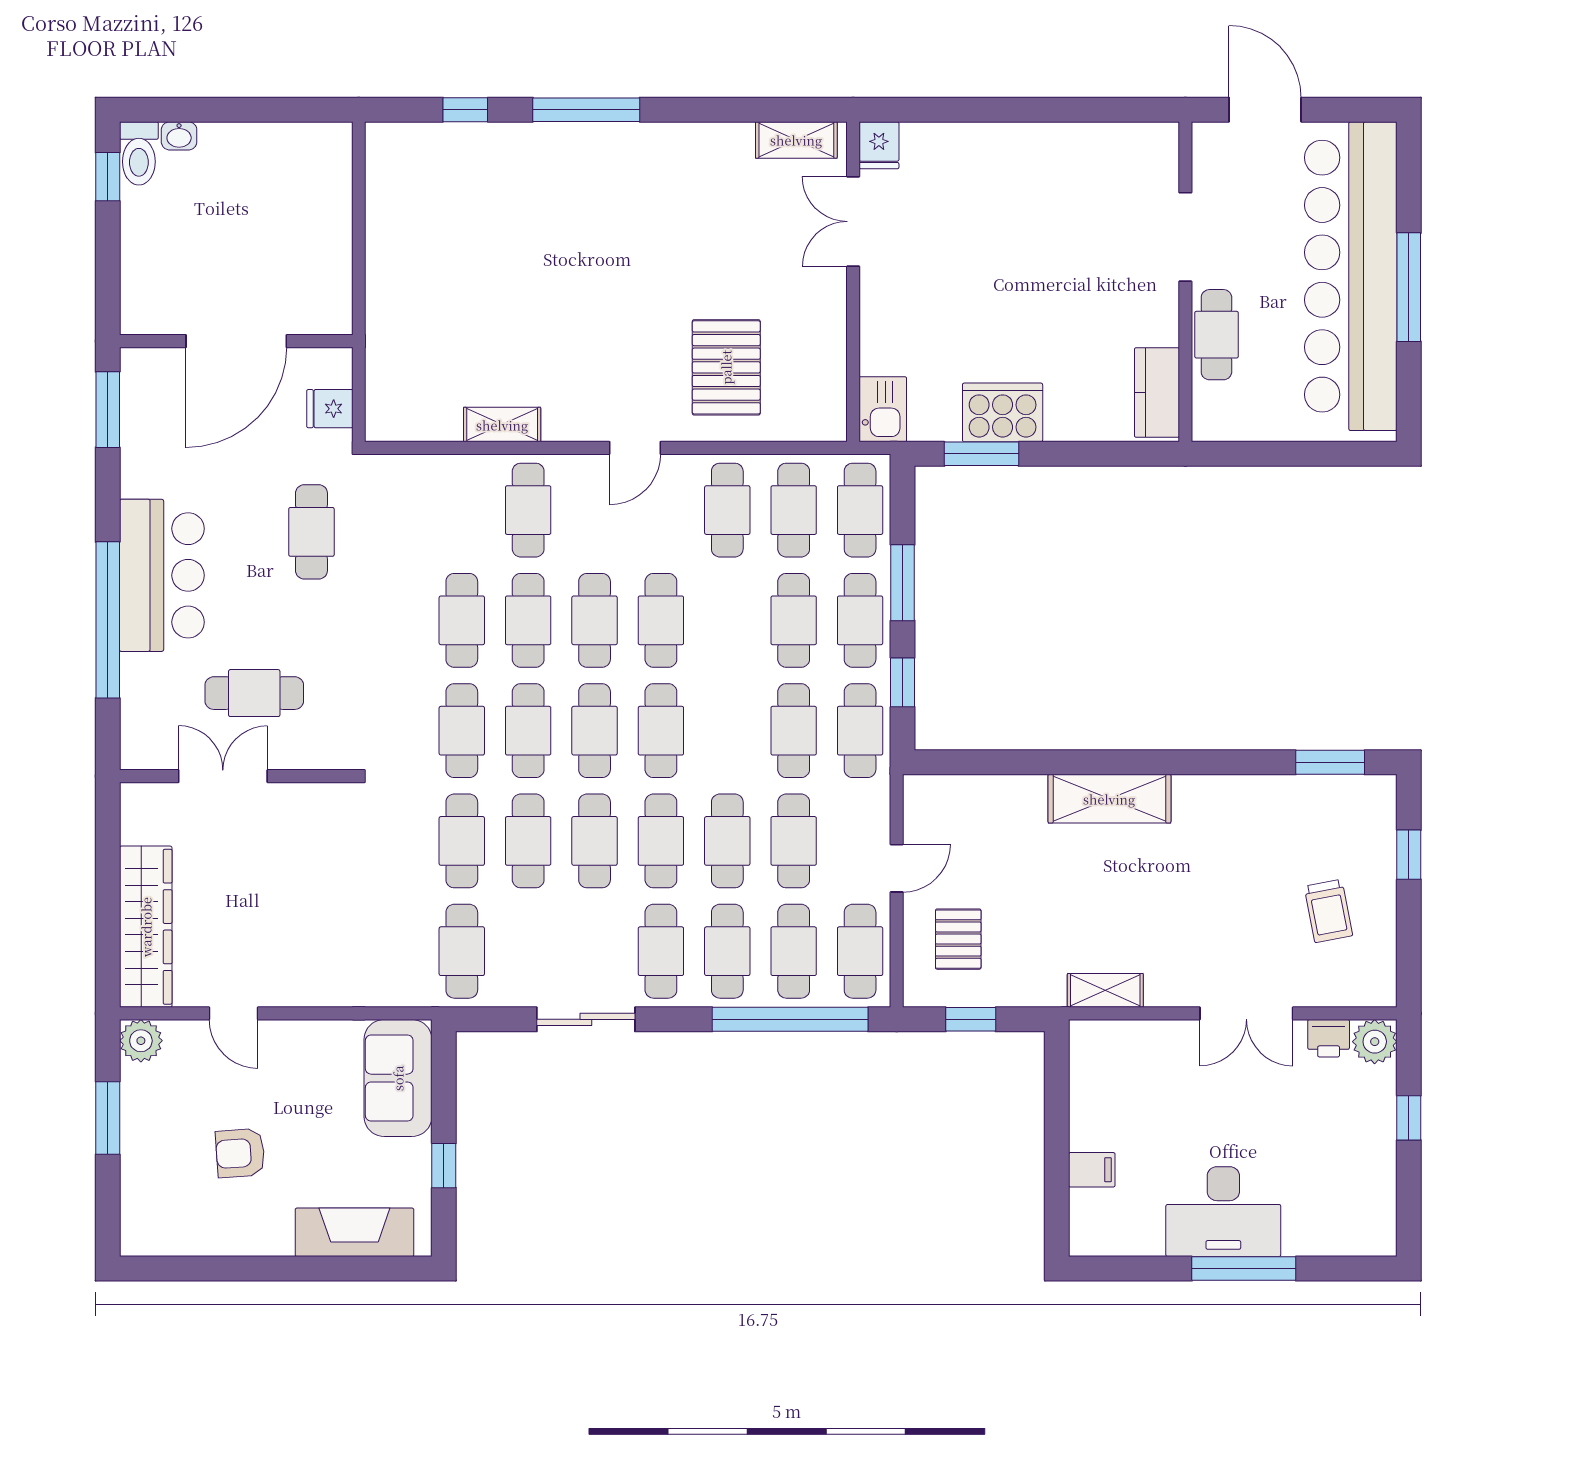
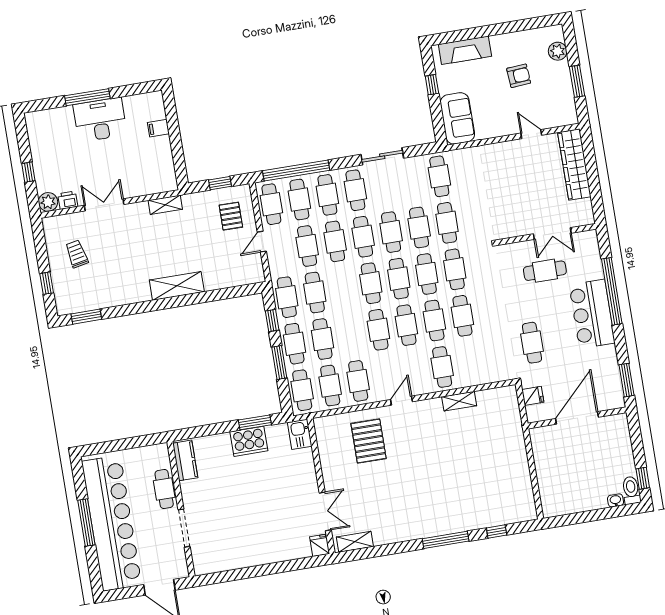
plant: (141, 1041) -> (558, 51), moved

